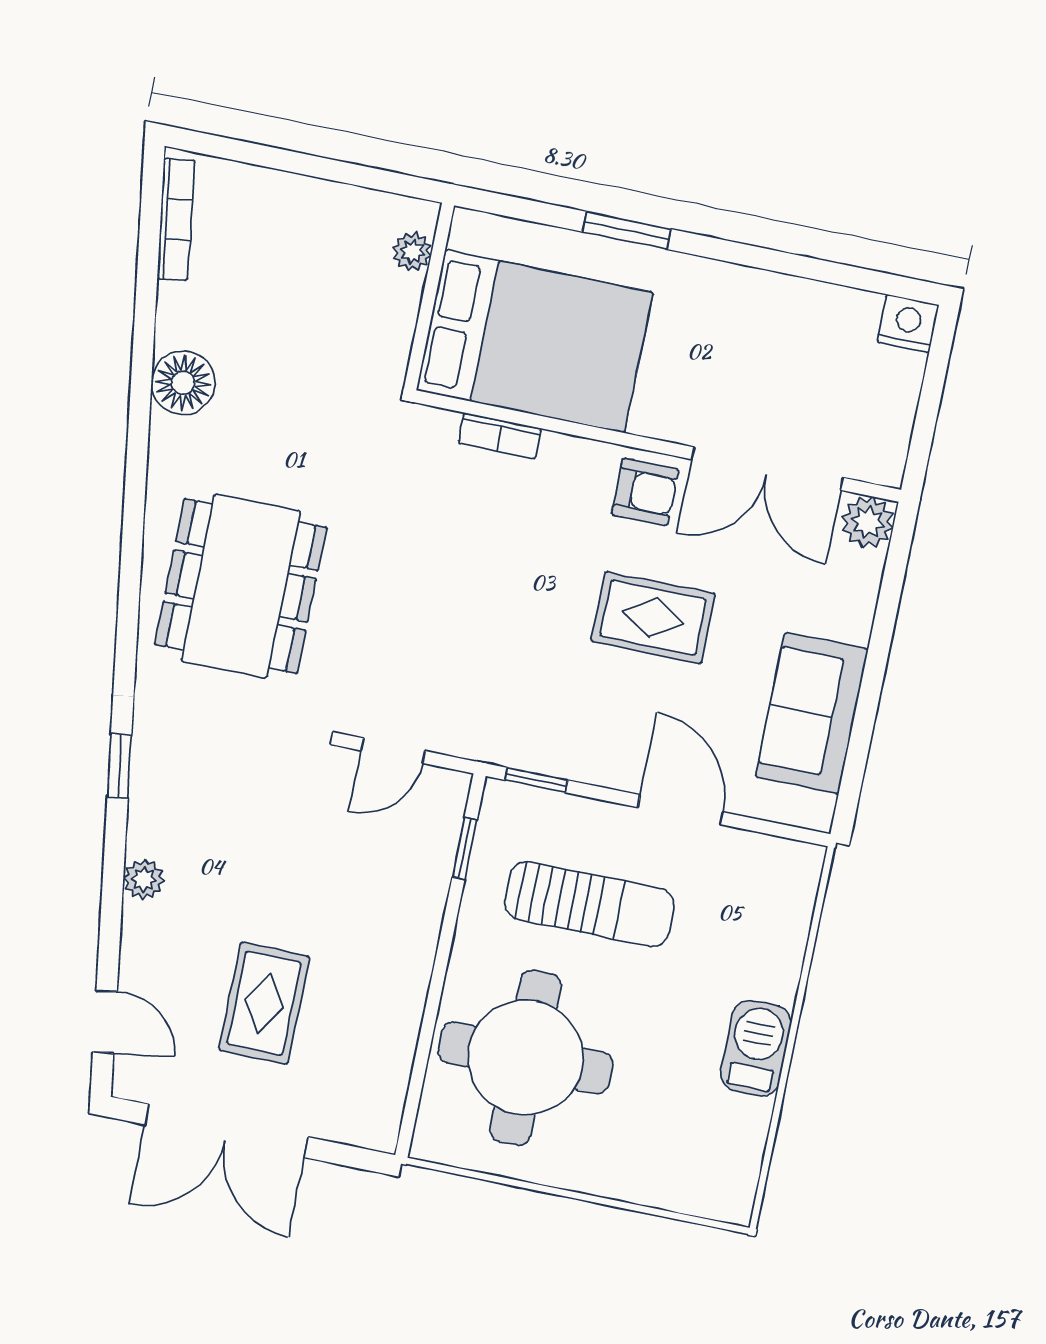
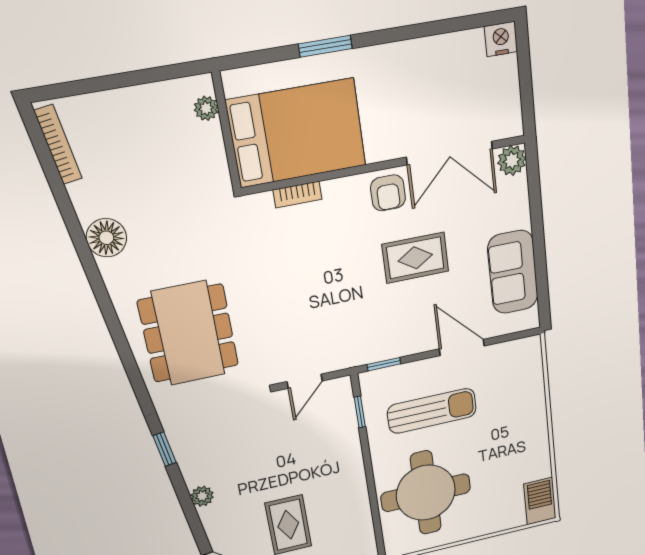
armchair: (645, 492) -> (388, 193), turned 90
barbecue: (756, 1048) -> (540, 501), moved

